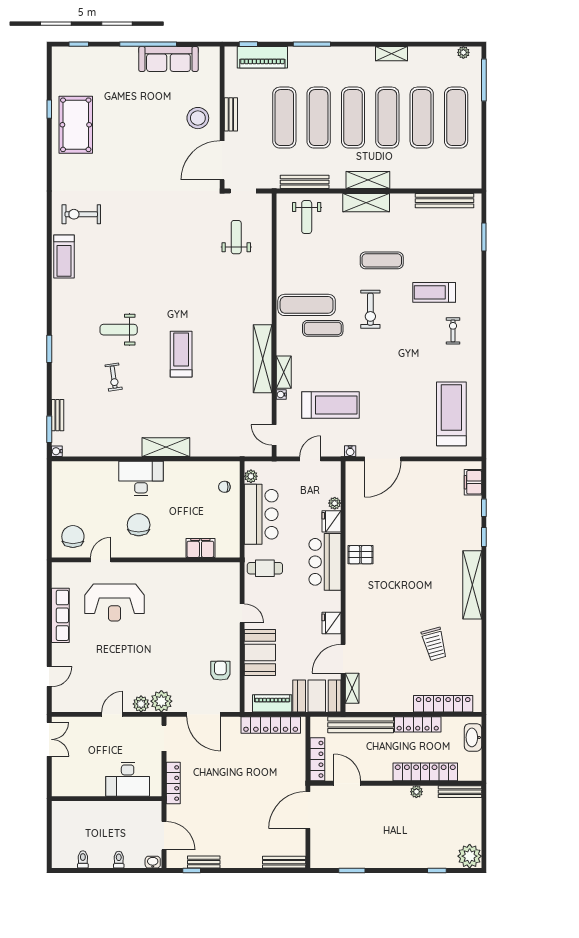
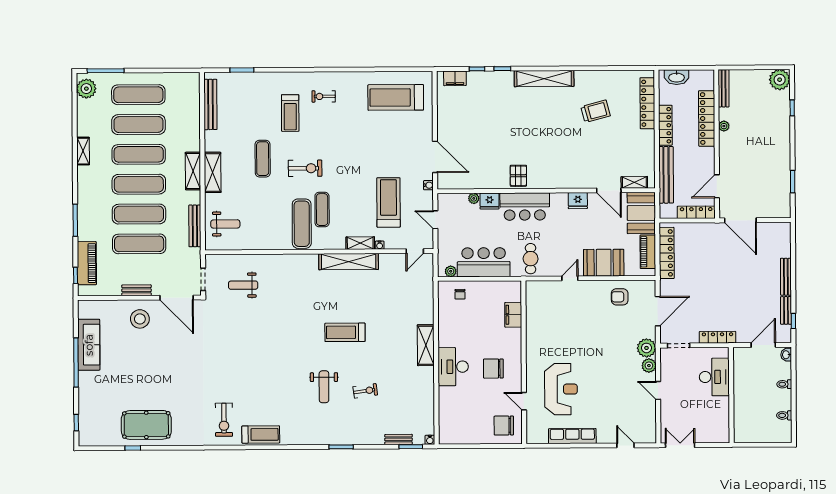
plant: (463, 52) -> (86, 89), width x1.87, depth x1.87
bench: (284, 862) -> (786, 277), moved

